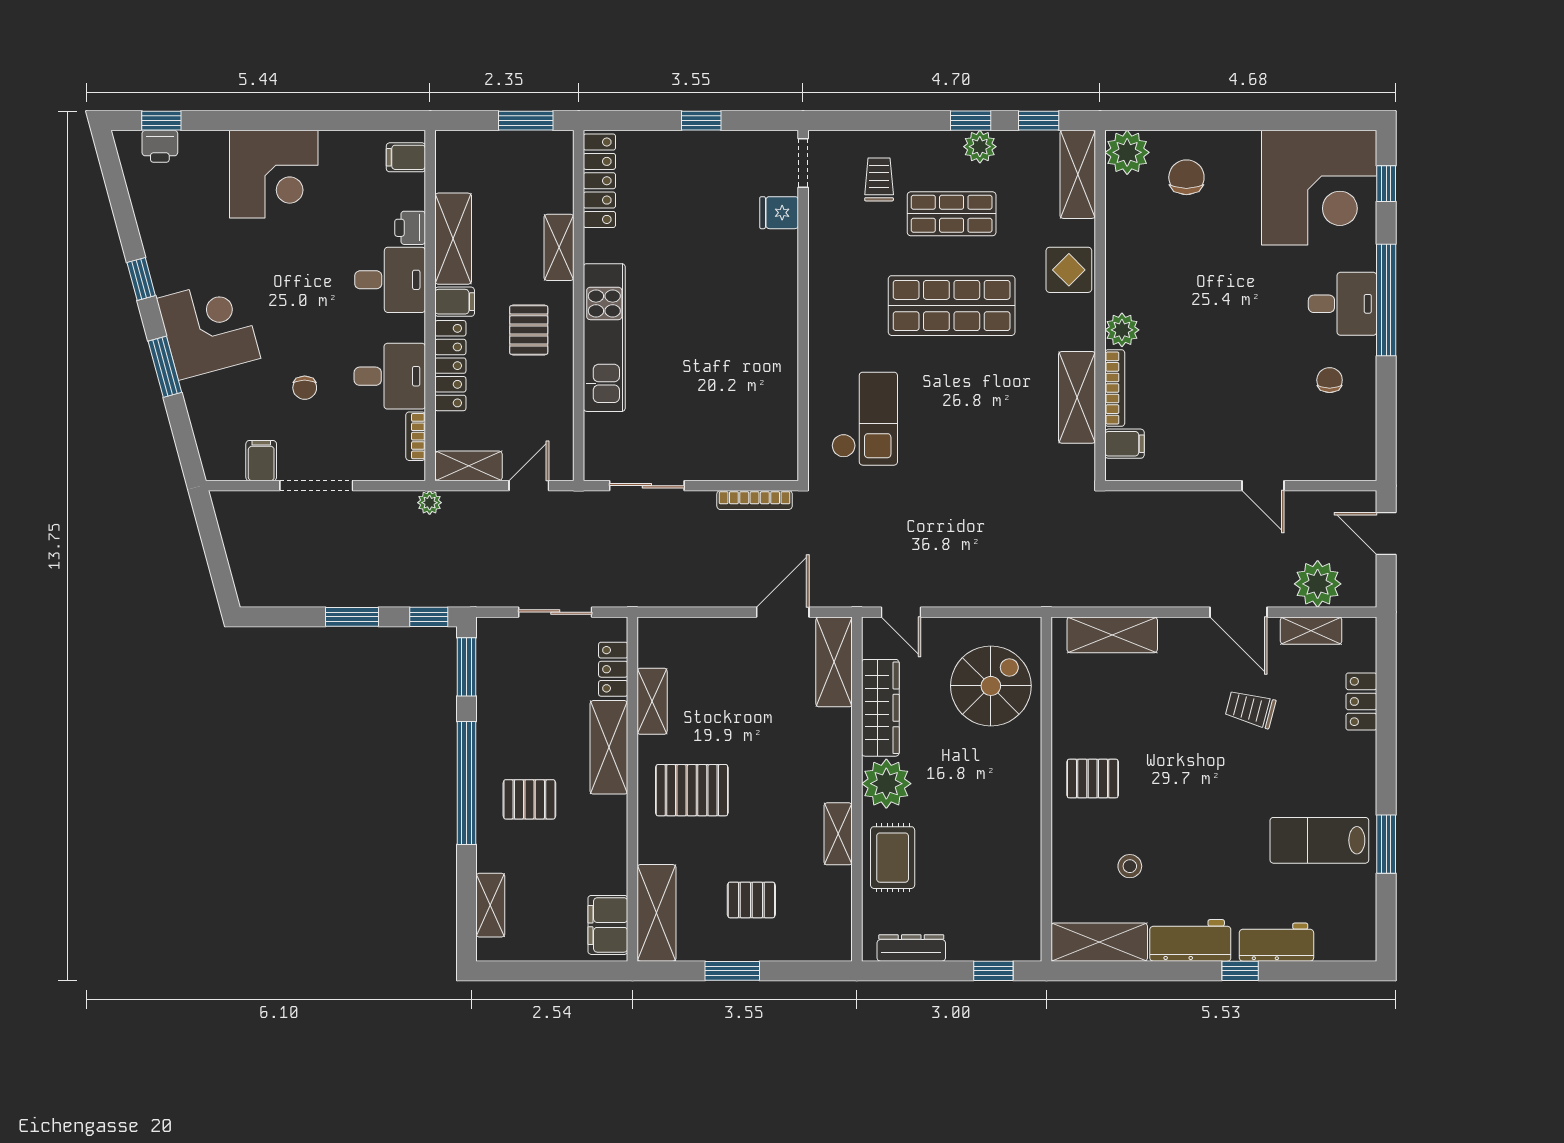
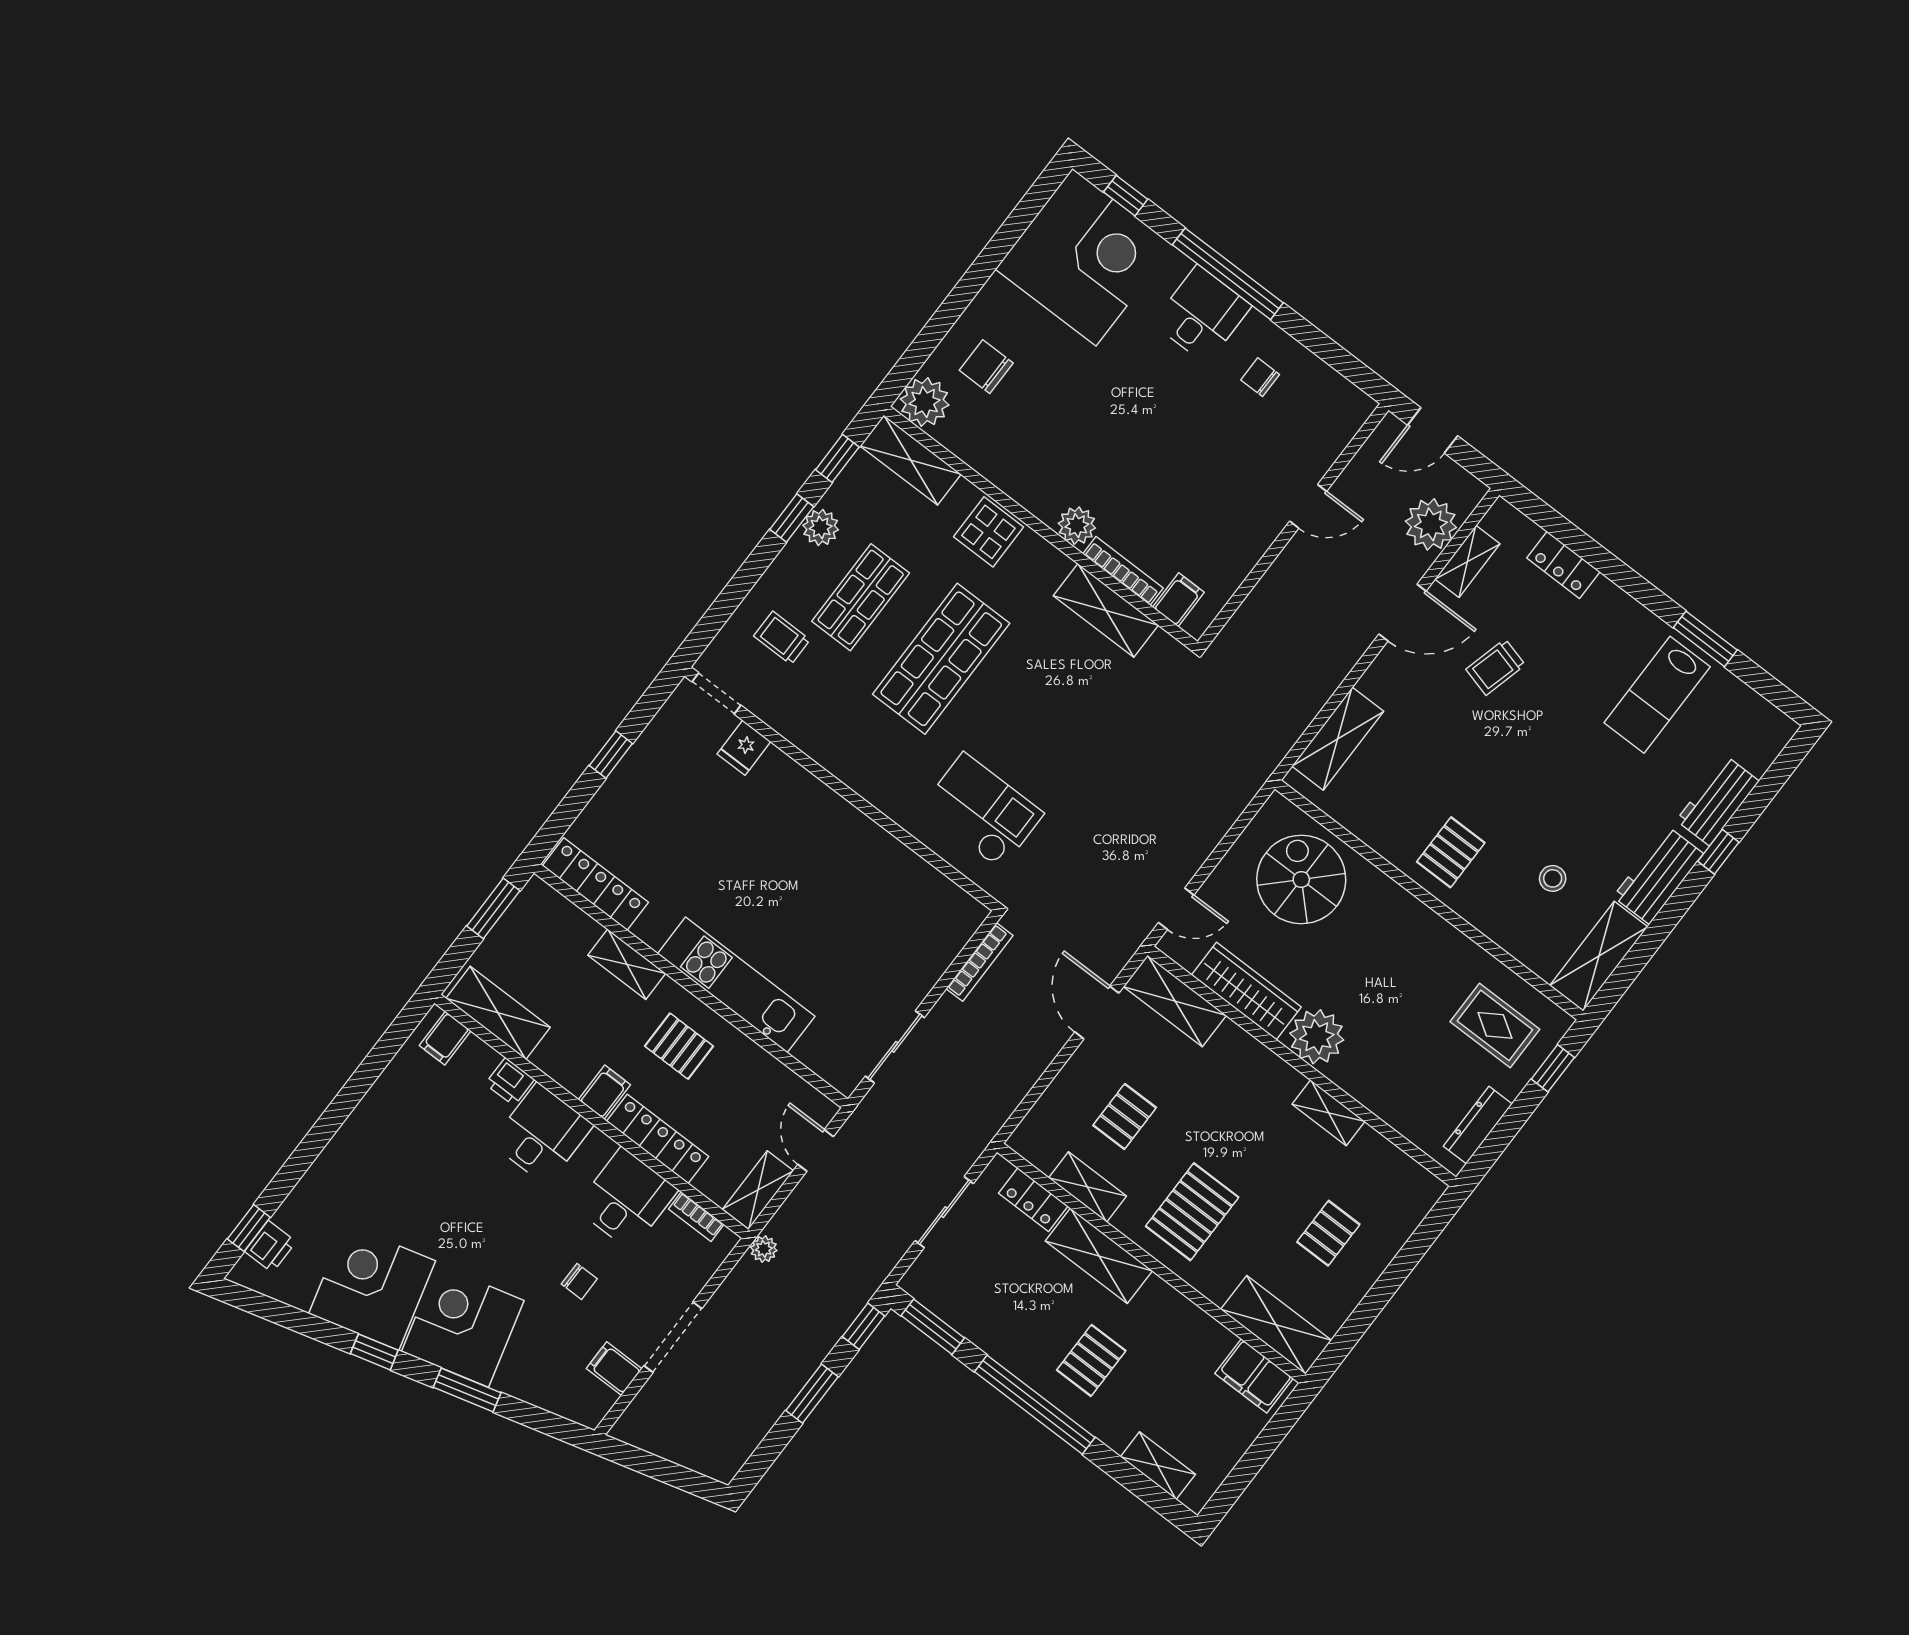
corner desk: (274, 174) -> (372, 1287), moved, turned -105
shelving: (453, 239) -> (498, 1013), moved
pallet: (723, 689) -> (1125, 1116), added
rug: (893, 858) -> (1495, 1025), moved
window: (732, 971) -> (1378, 1297), removed

